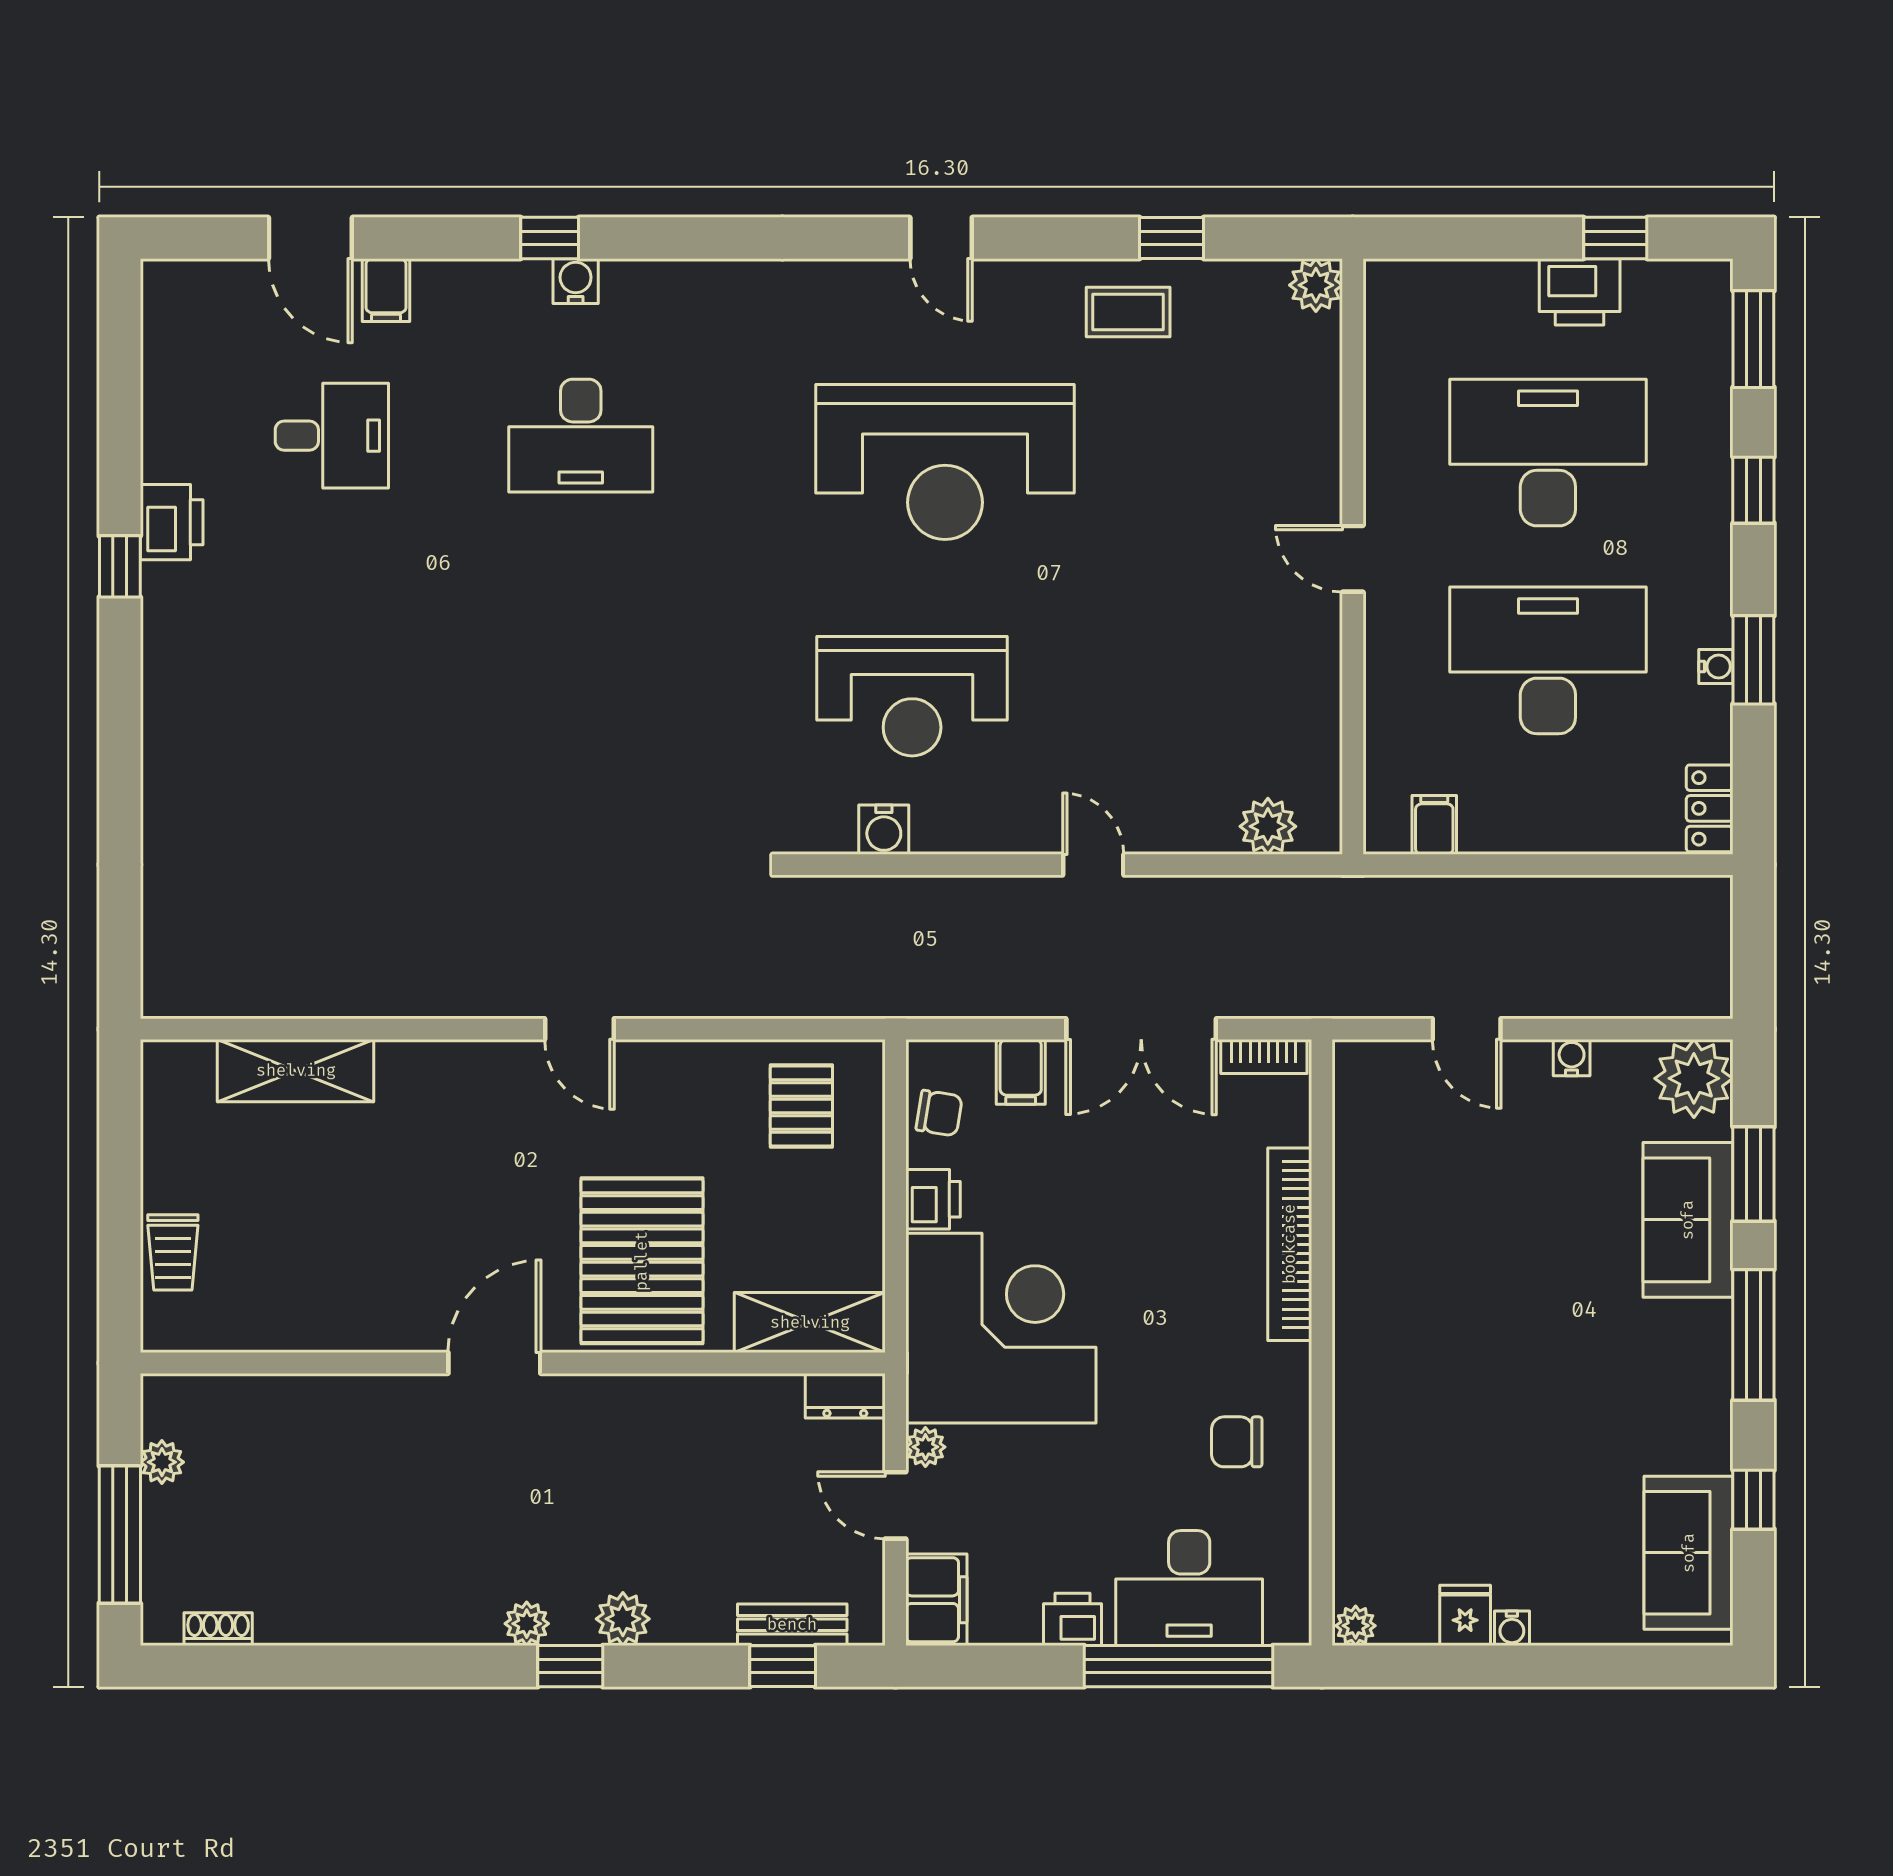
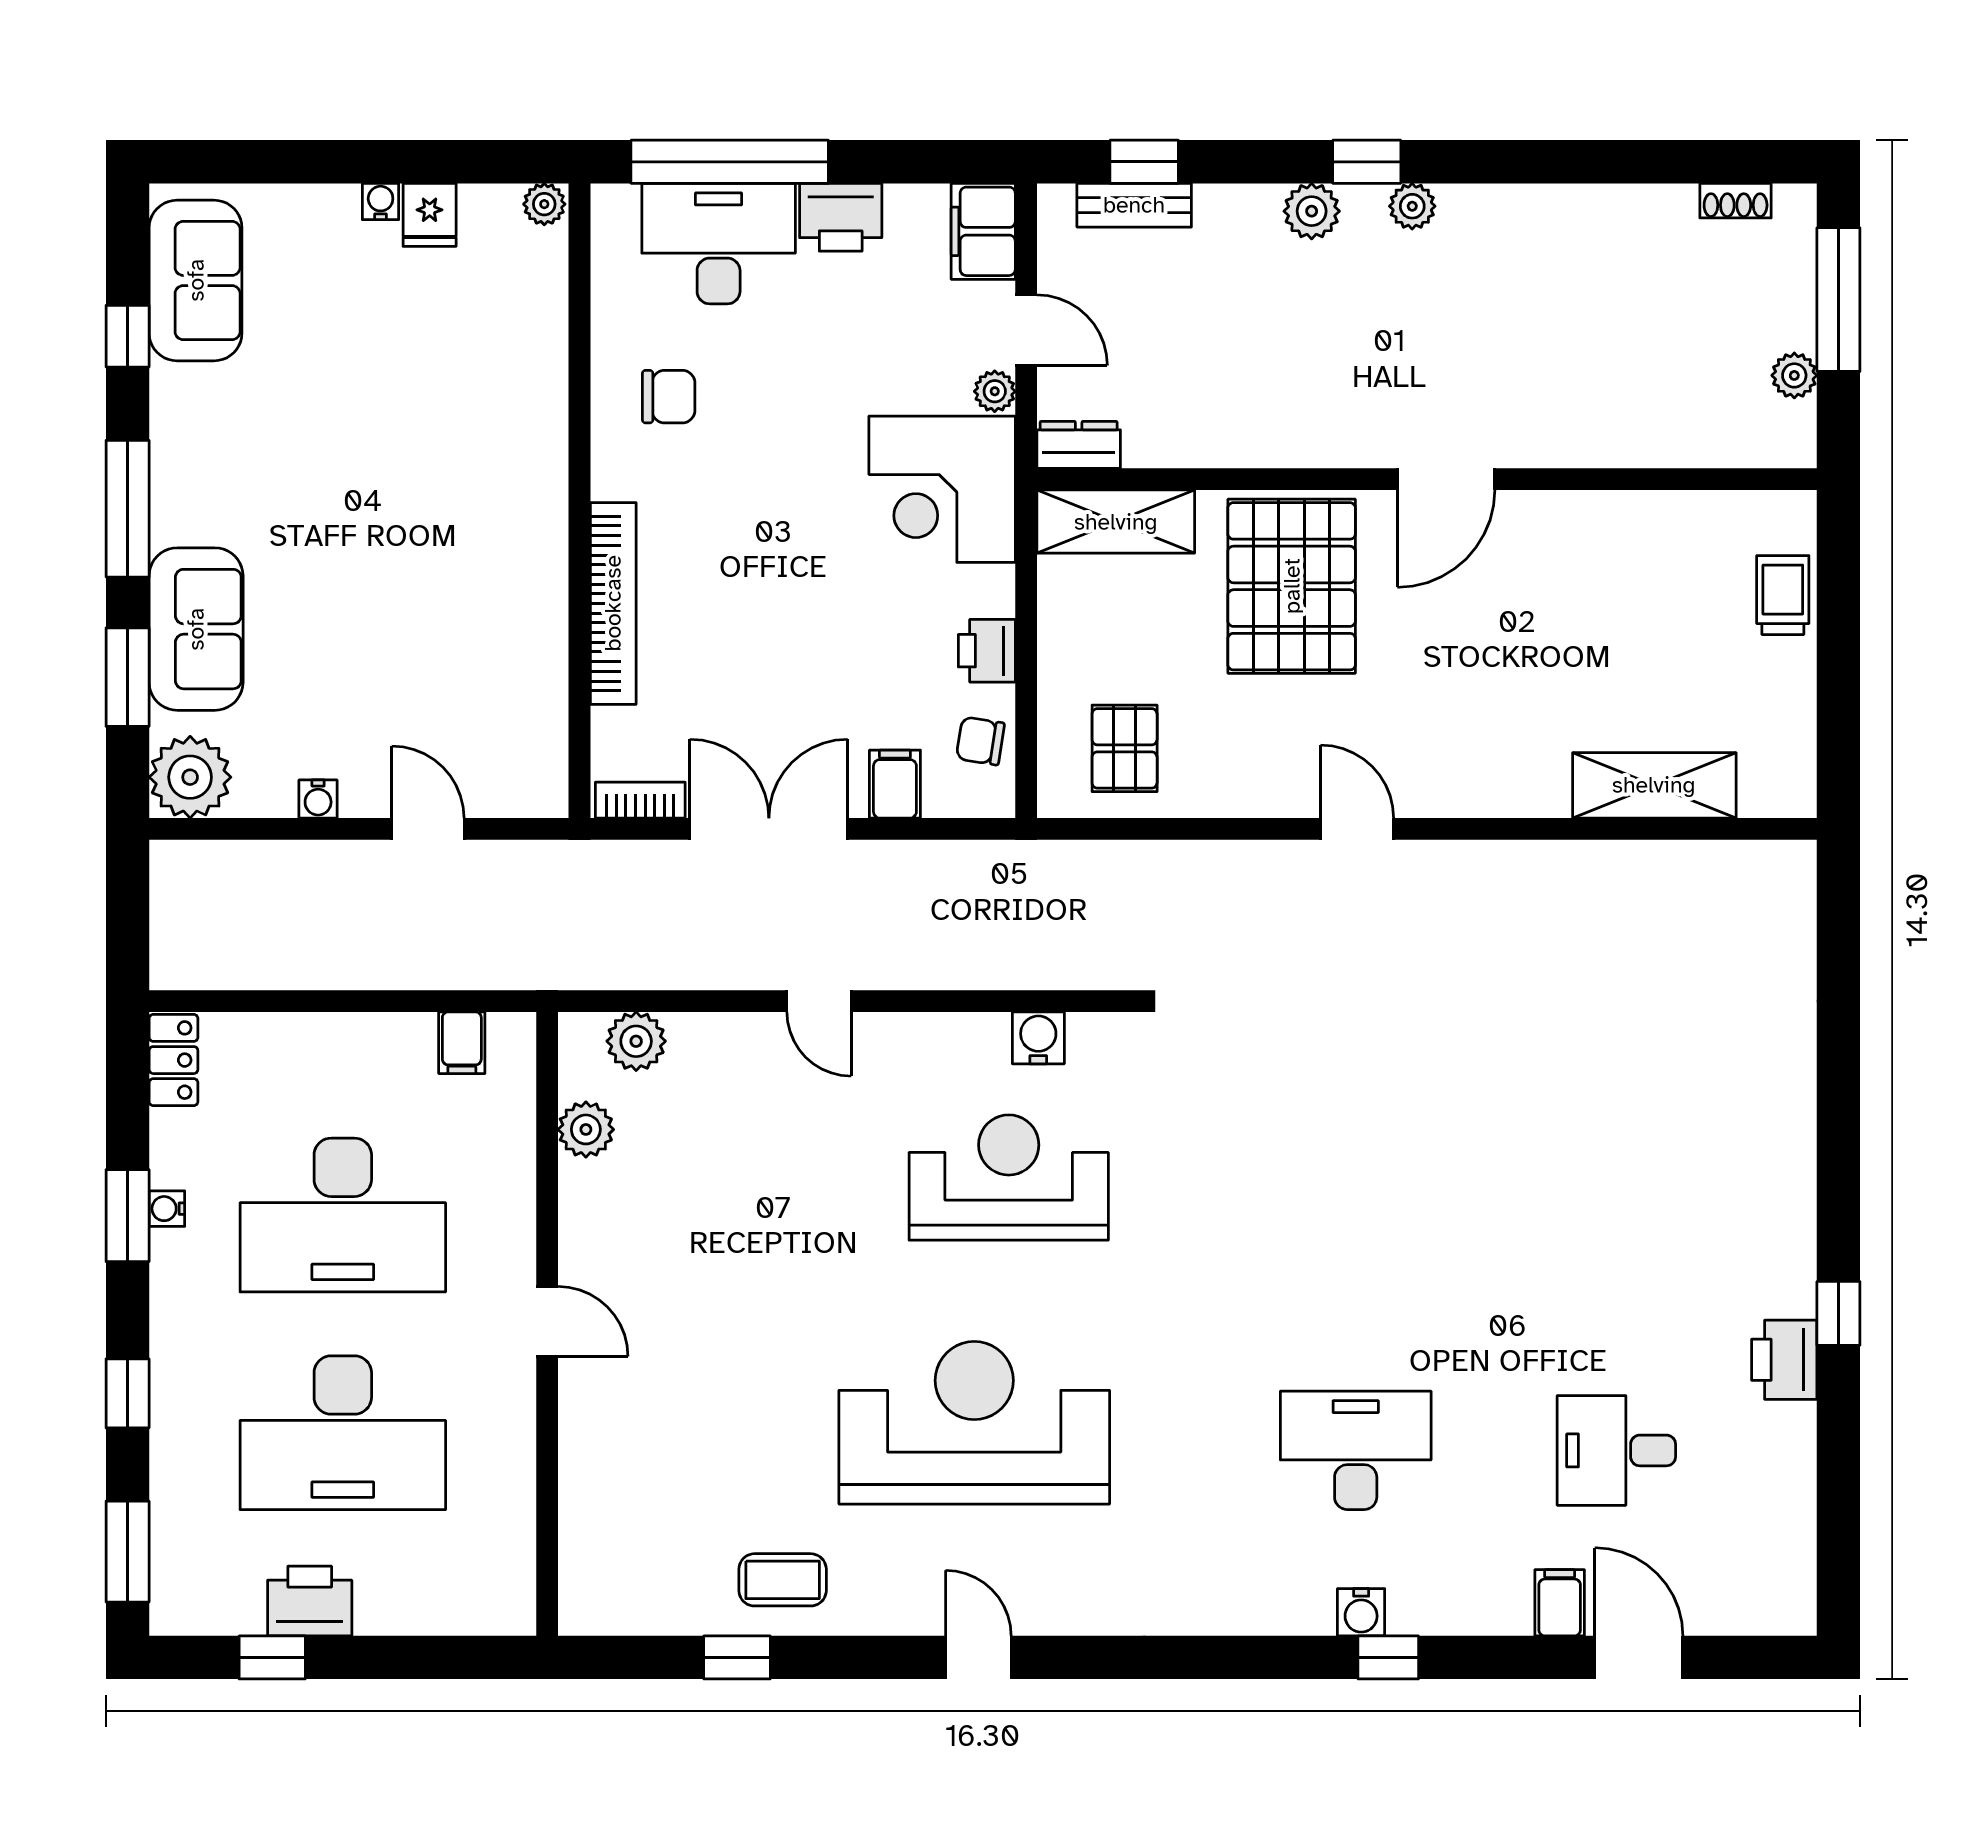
plant: (1316, 285) -> (586, 1129), moved
corner desk: (1001, 1328) -> (942, 489), width x0.74, depth x0.74
printer: (1073, 1619) -> (841, 217), width x1.36, depth x1.24

